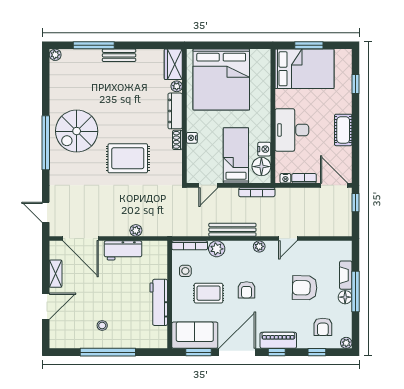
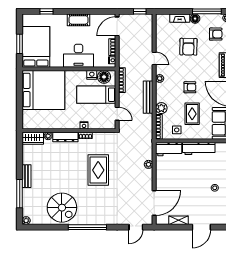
bed: (221, 80) -> (43, 90), moved
spiral stairs: (77, 131) -> (62, 208), moved
window: (356, 203) -> (140, 11), moved
workbench: (123, 250) -> (169, 149), moved, turned 90
window: (356, 291) -> (207, 11), moved
door: (46, 306) -> (201, 227), swing flipped

